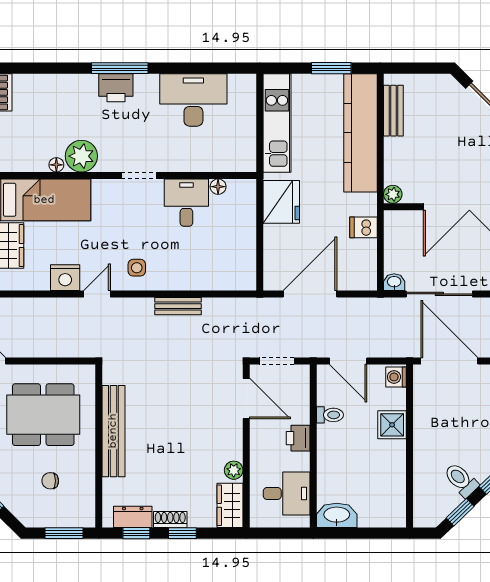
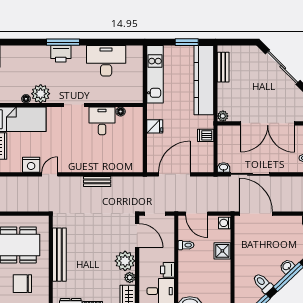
fridge: (281, 202) -> (155, 126), width x0.53, depth x0.75
side table: (137, 268) -> (73, 159), removed
printer: (298, 438) -> (167, 270), moved
plant: (226, 442) -> (125, 261), added
chair: (50, 481) -> (22, 284), width x1.87, depth x1.87

